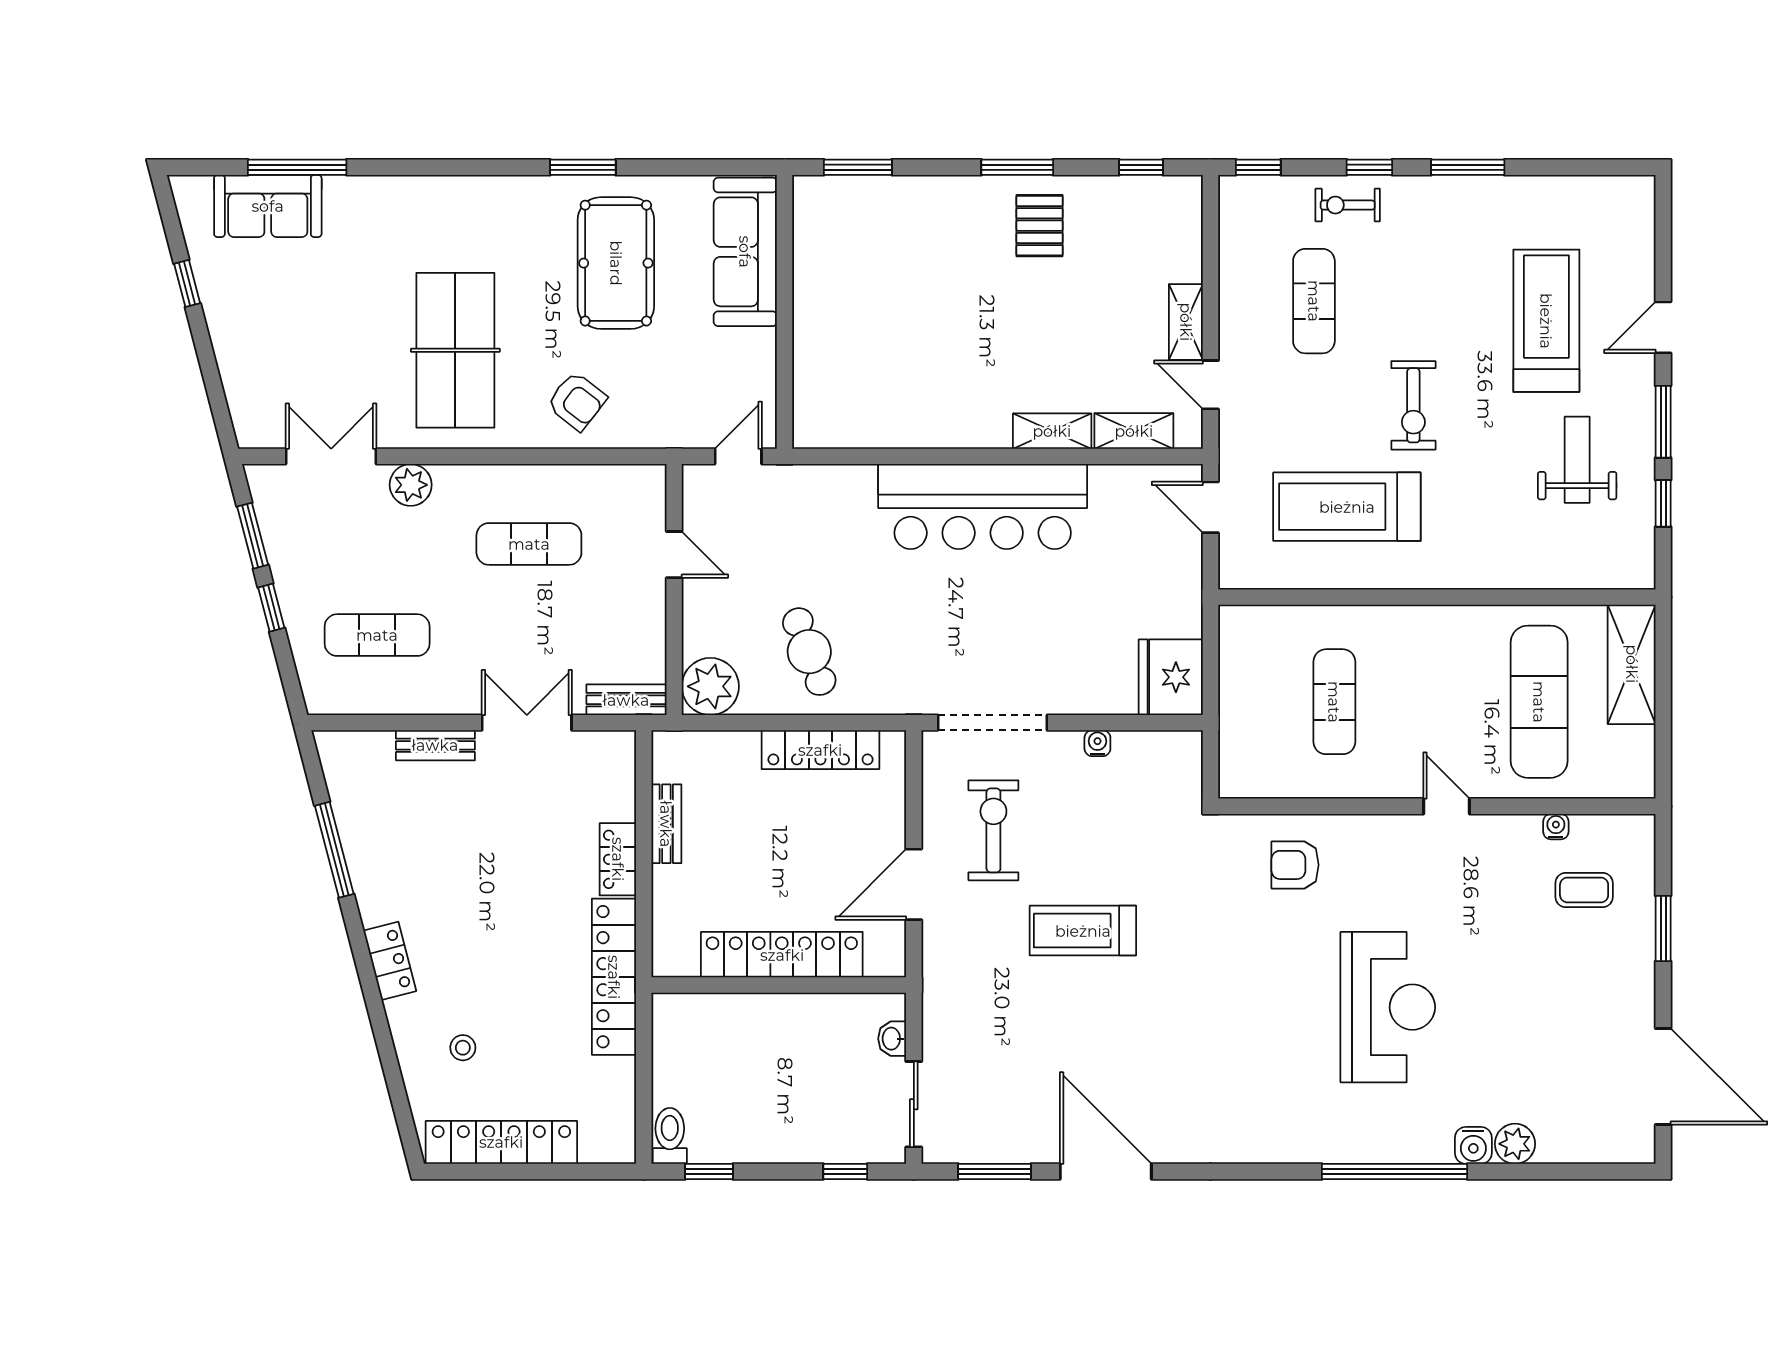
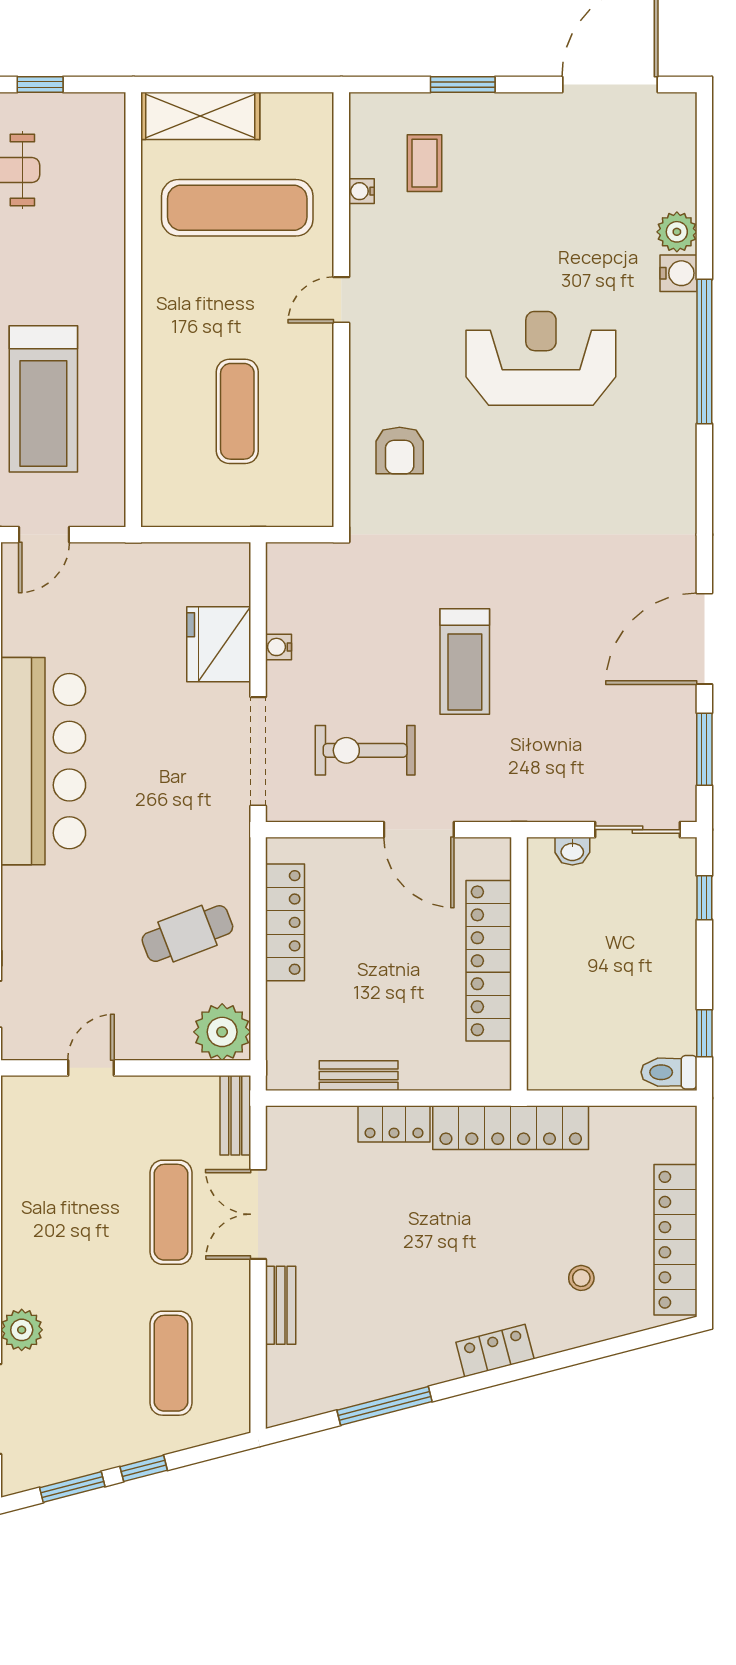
exercise mat: (529, 544) -> (171, 1212), moved
fridge: (1171, 677) -> (219, 644), moved, turned 90
exercise mat: (1334, 702) -> (237, 411), turned 90

